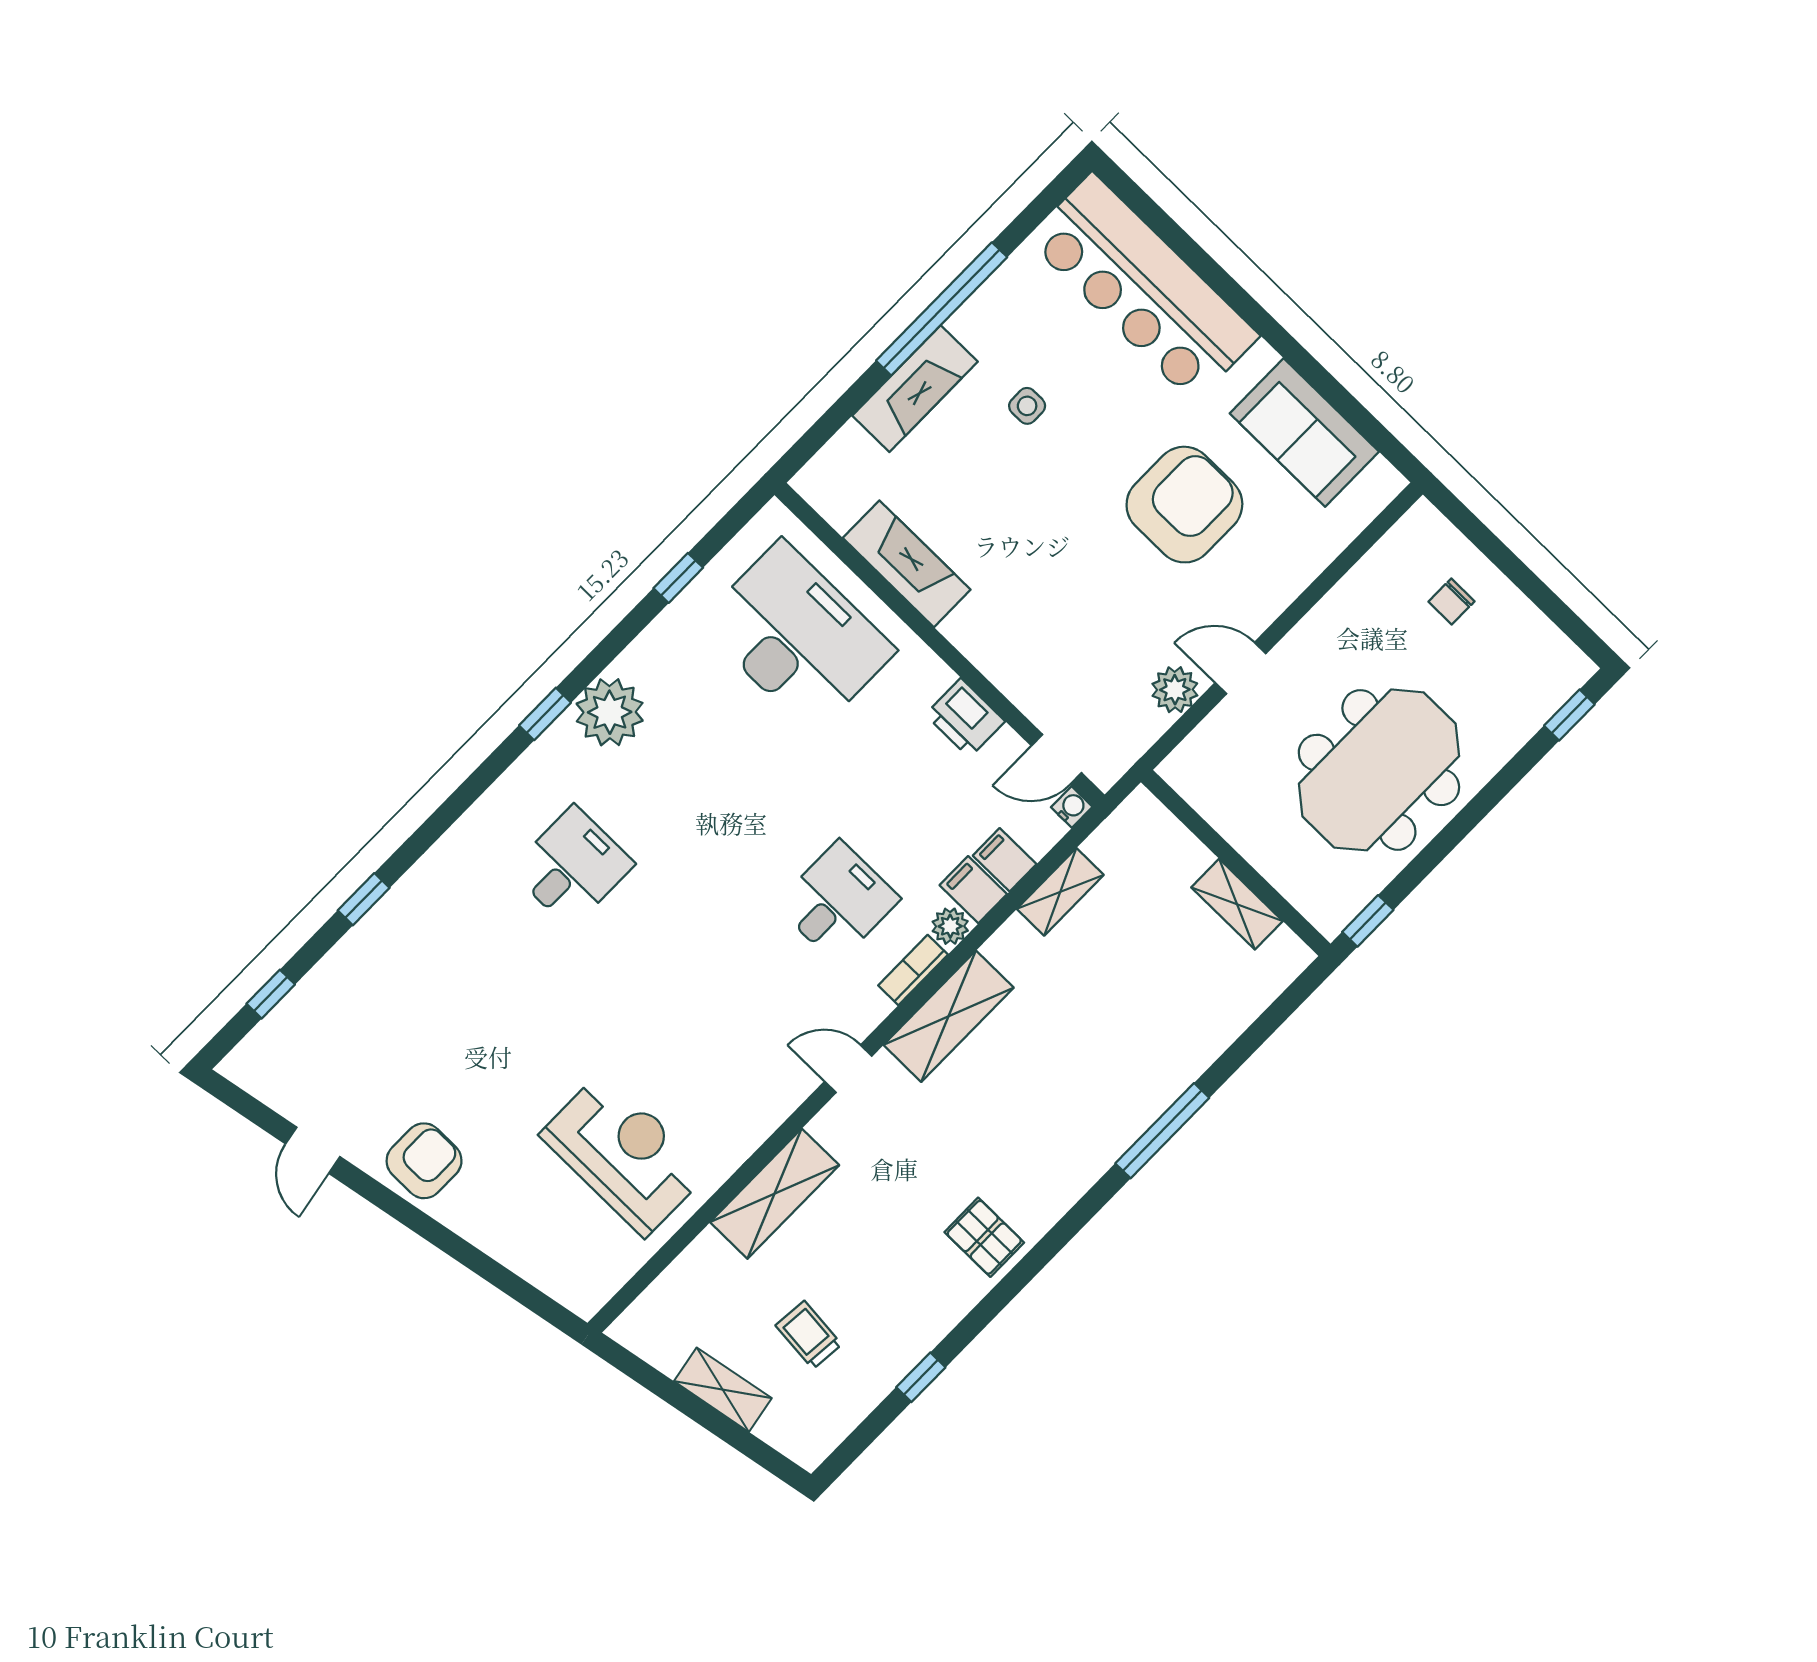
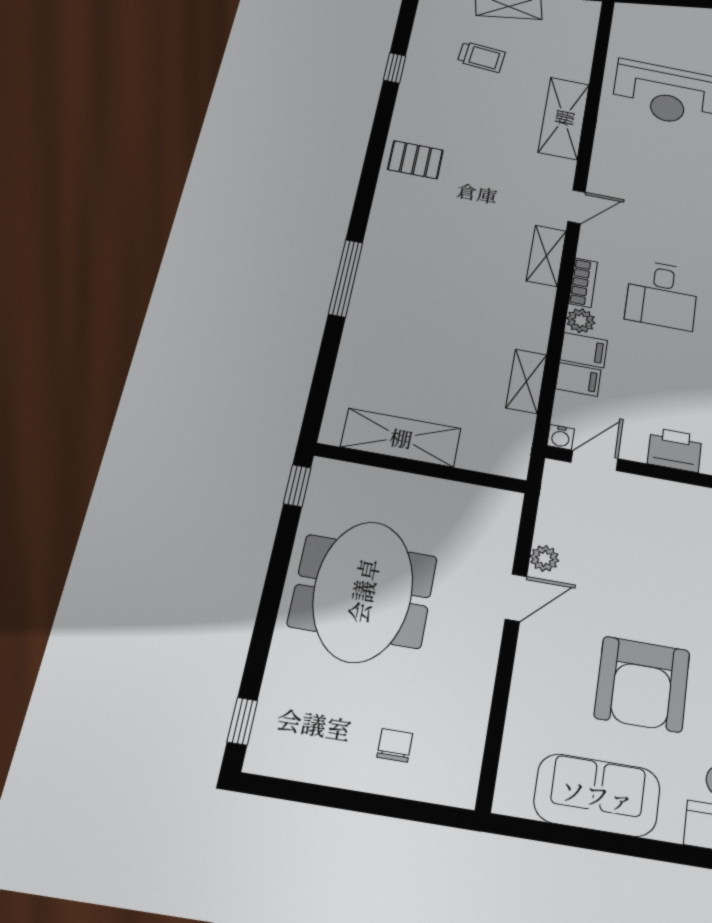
plant: (1175, 690) -> (544, 558), width x0.73, depth x0.73
shelving: (1237, 904) -> (401, 438), width x1.50, depth x1.33
shelving: (949, 1016) -> (546, 256), width x0.67, depth x0.75

